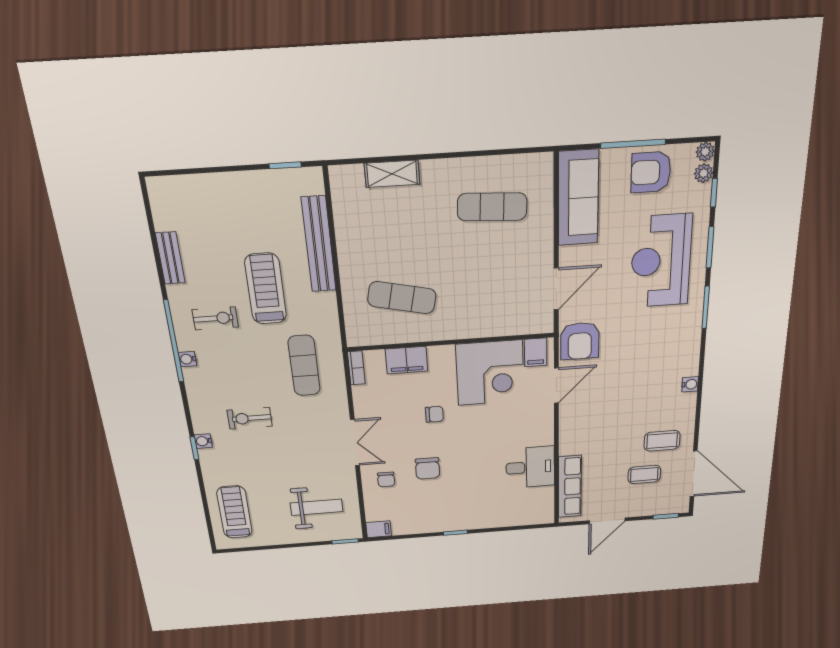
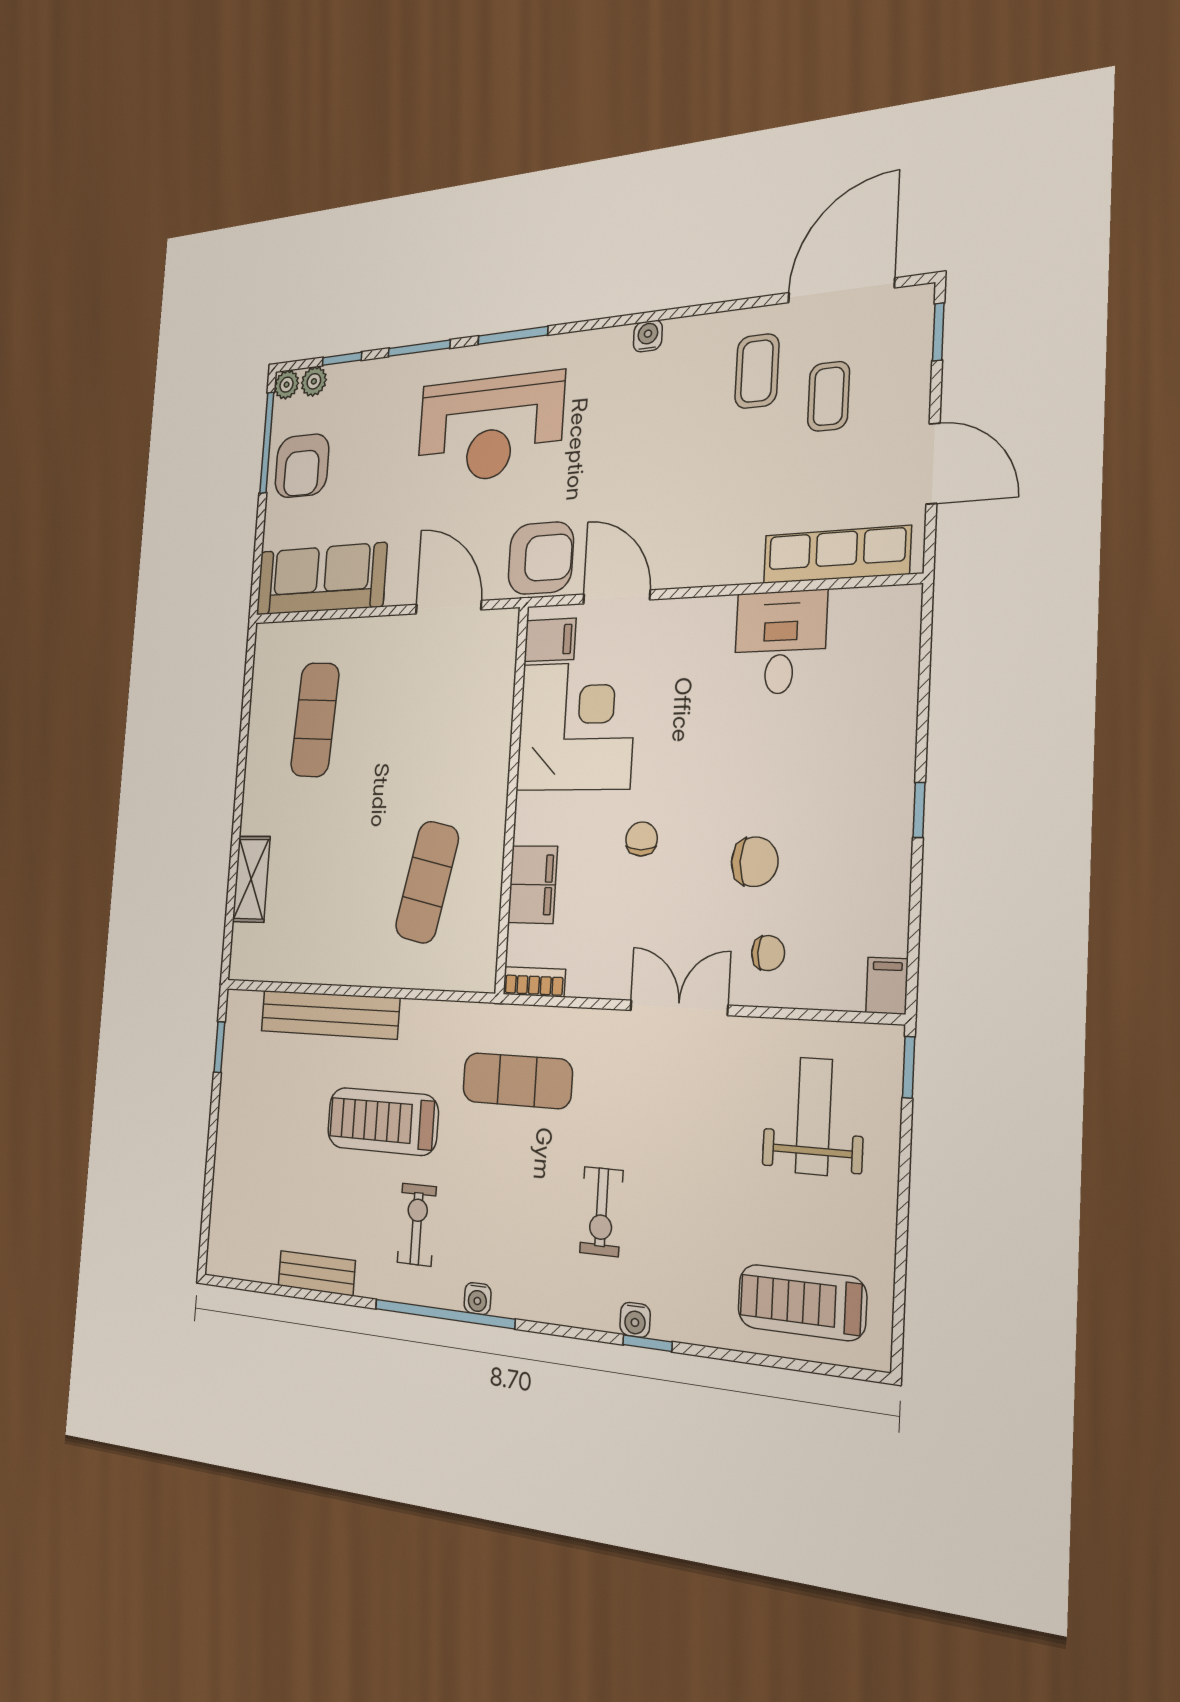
window: (633, 144) -> (267, 443), moved
reception desk: (661, 261) -> (490, 428), moved

